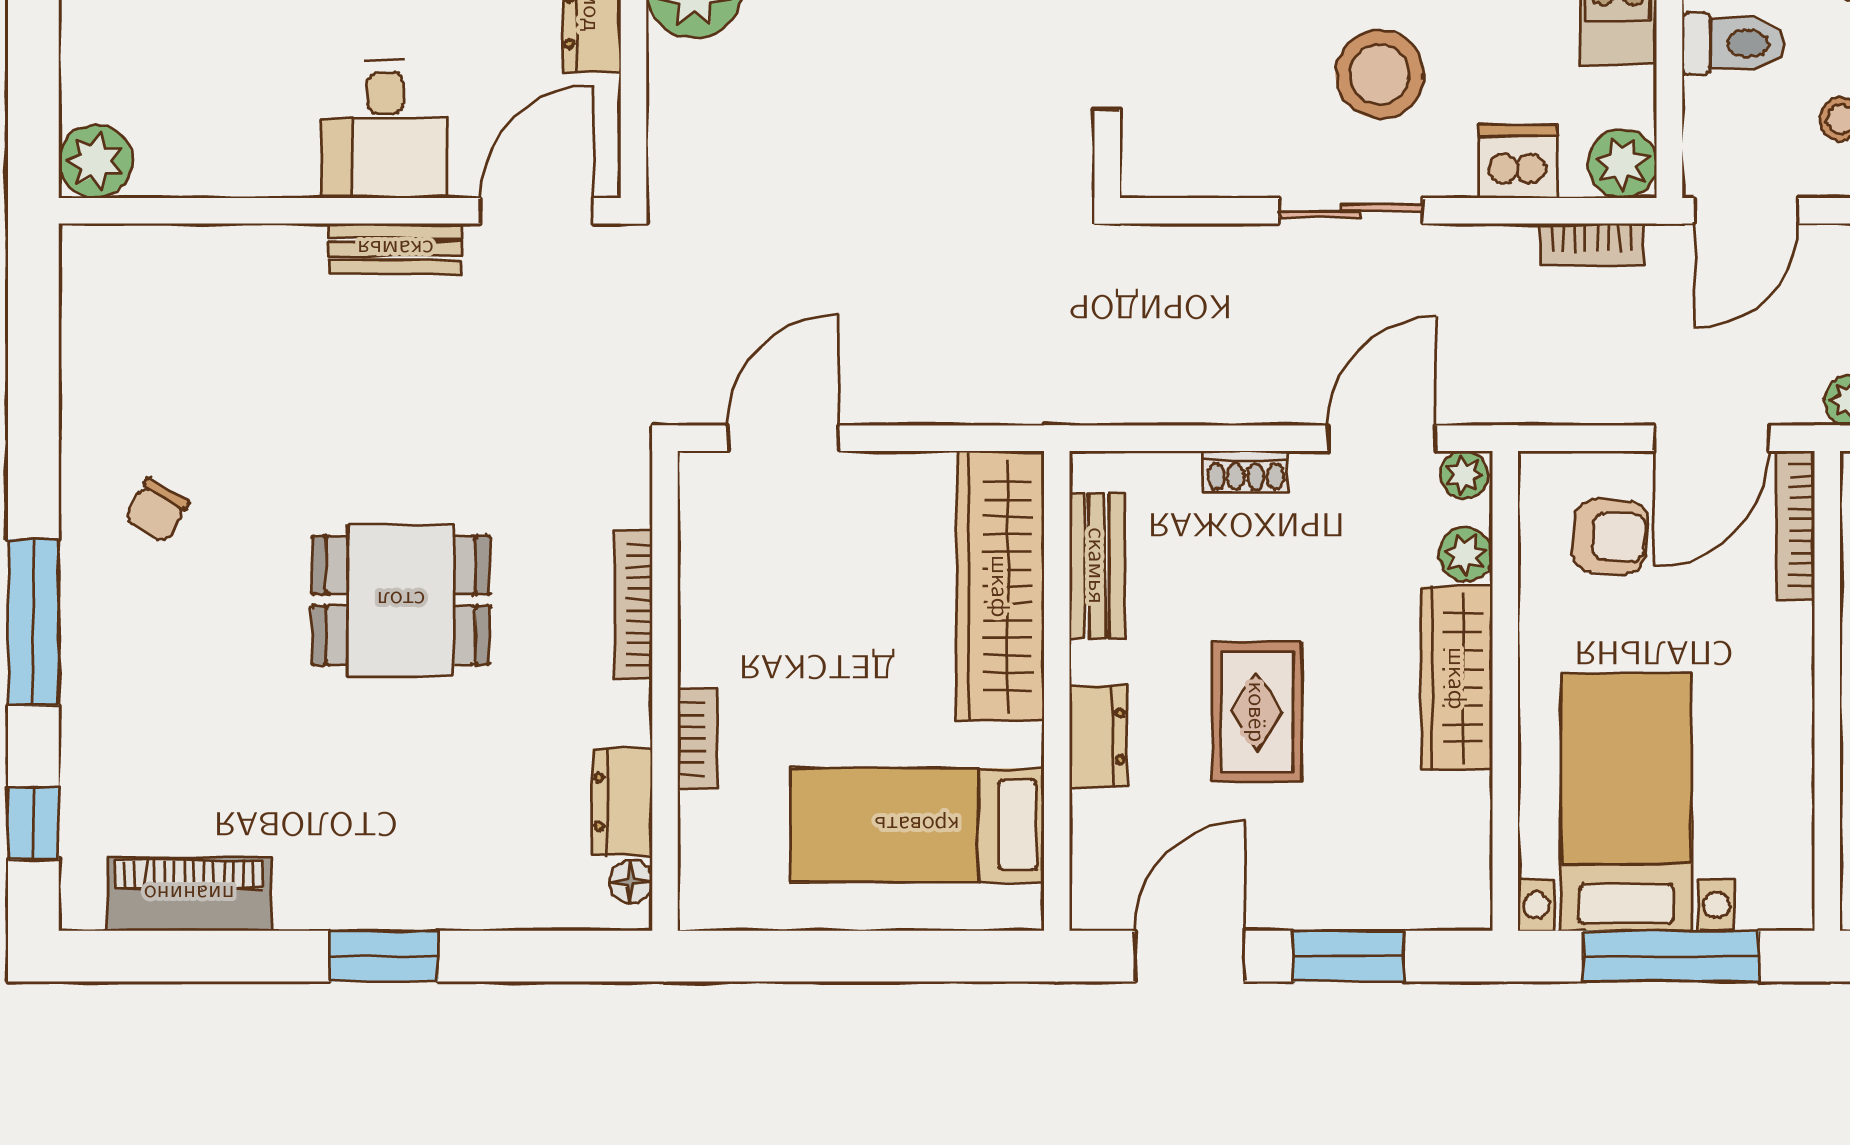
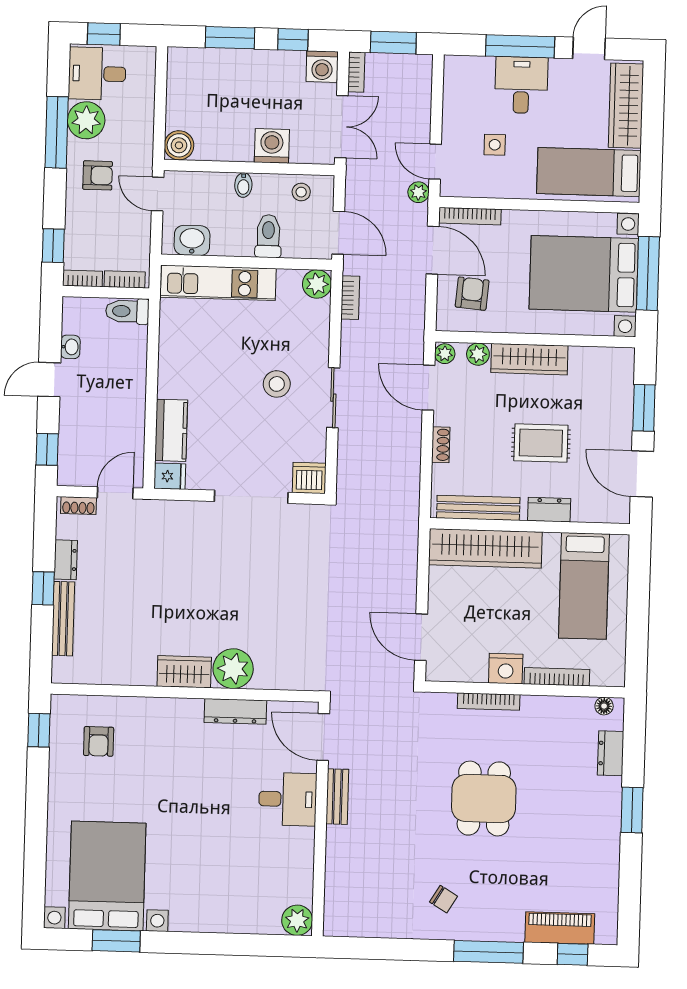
stool: (1380, 74) -> (277, 384), width x0.73, depth x0.73
dishwasher: (1518, 161) -> (309, 478), moved, turned 90
bench: (1097, 566) -> (478, 508), width x1.36
nightstand: (714, 643) -> (506, 669), added
bookcase: (698, 738) -> (557, 677), width x1.56
dresser: (622, 802) -> (611, 753), moved, turned 90
bed with nightstands: (1626, 802) -> (584, 274), width x1.36
piano: (189, 894) -> (560, 928), moved, turned 90

